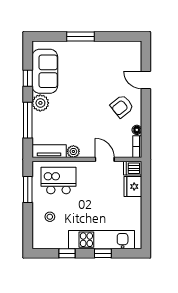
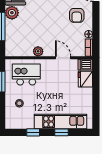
armchair: (122, 106) -> (77, 15), turned -52
tv unit: (49, 151) -> (19, 51), removed

